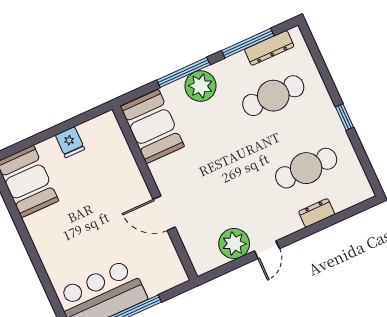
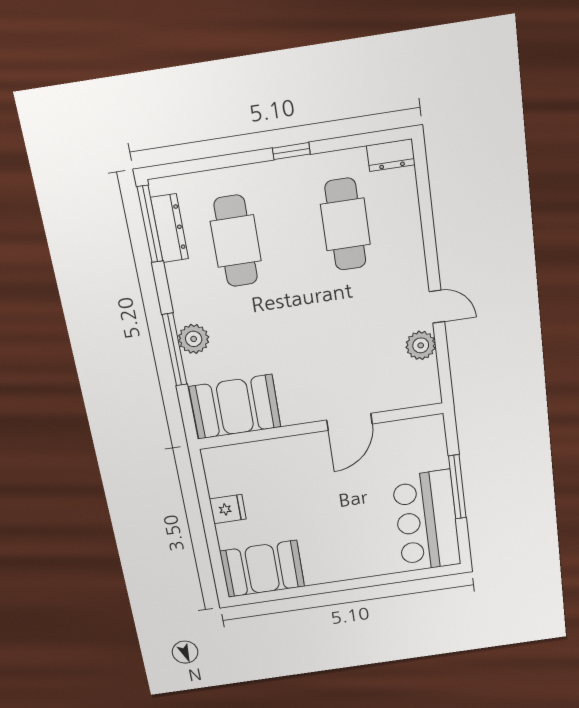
window: (248, 43) -> (150, 224), moved
plant: (201, 86) -> (194, 339), width x0.73, depth x0.73
dresser: (317, 213) -> (391, 155), moved, turned -90
plant: (234, 244) -> (421, 345), width x0.73, depth x0.73

